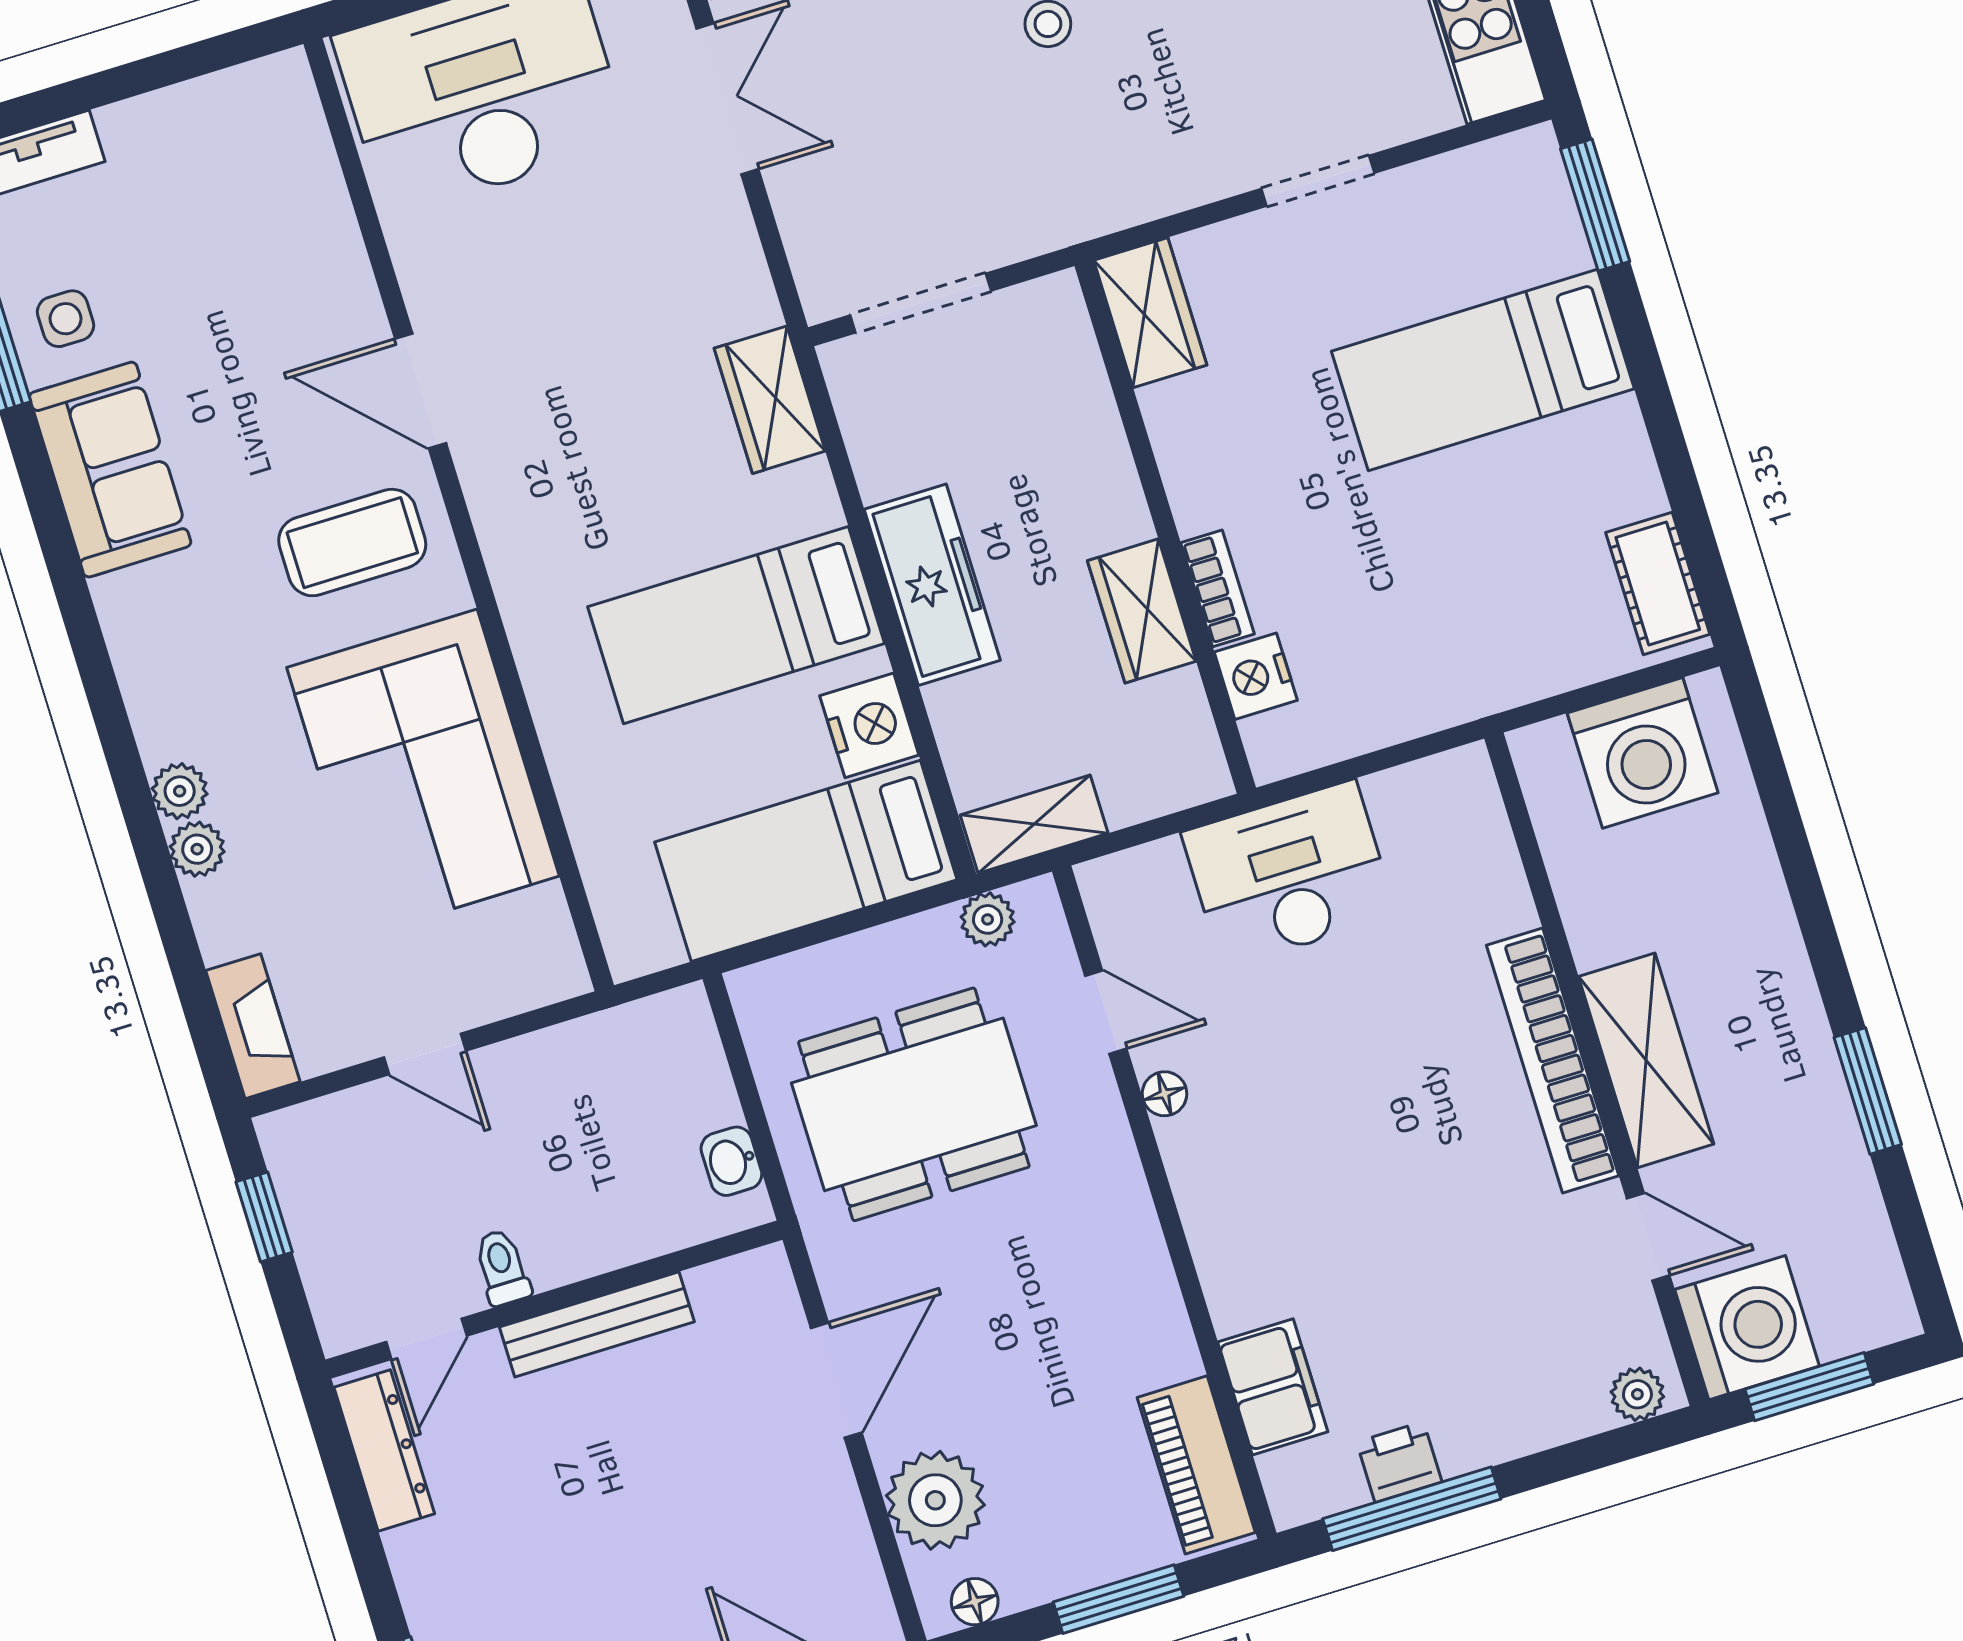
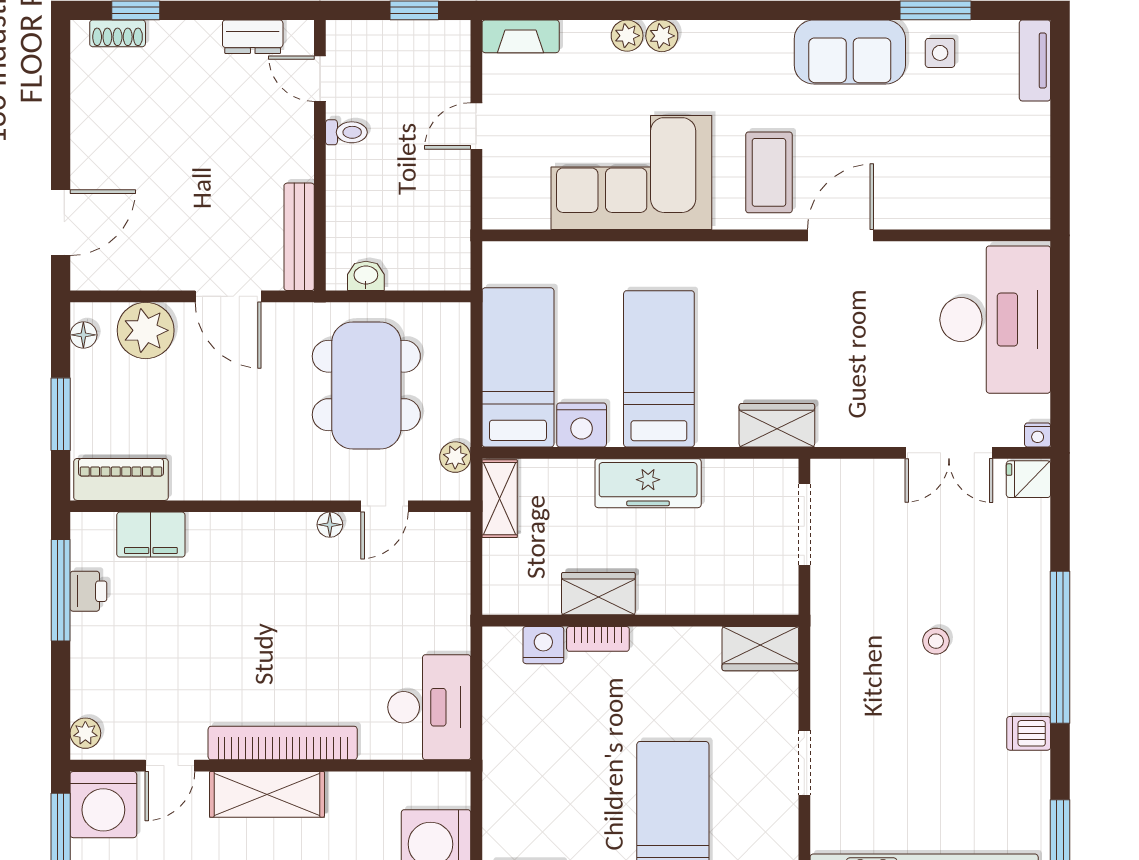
desk: (1289, 874) -> (429, 707), moved
bench: (597, 1324) -> (299, 237), moved
dresser: (384, 1451) -> (253, 37), width x0.70

